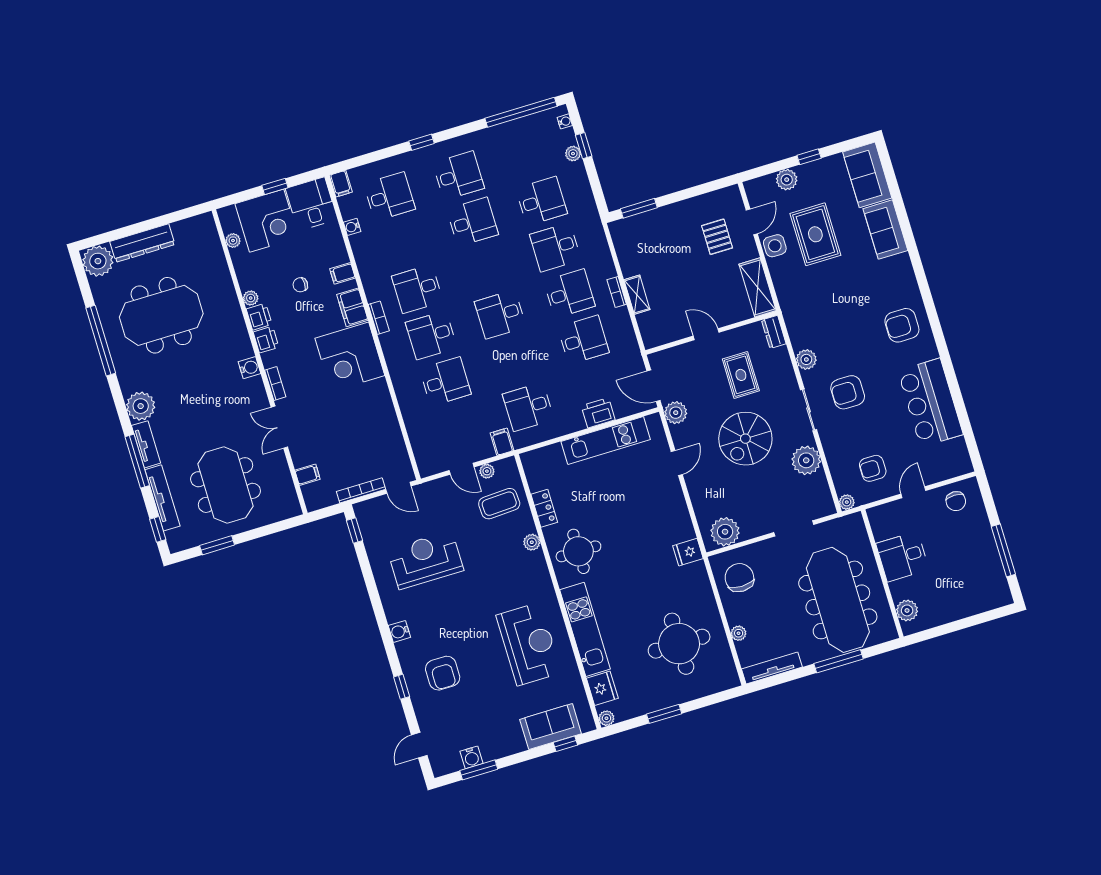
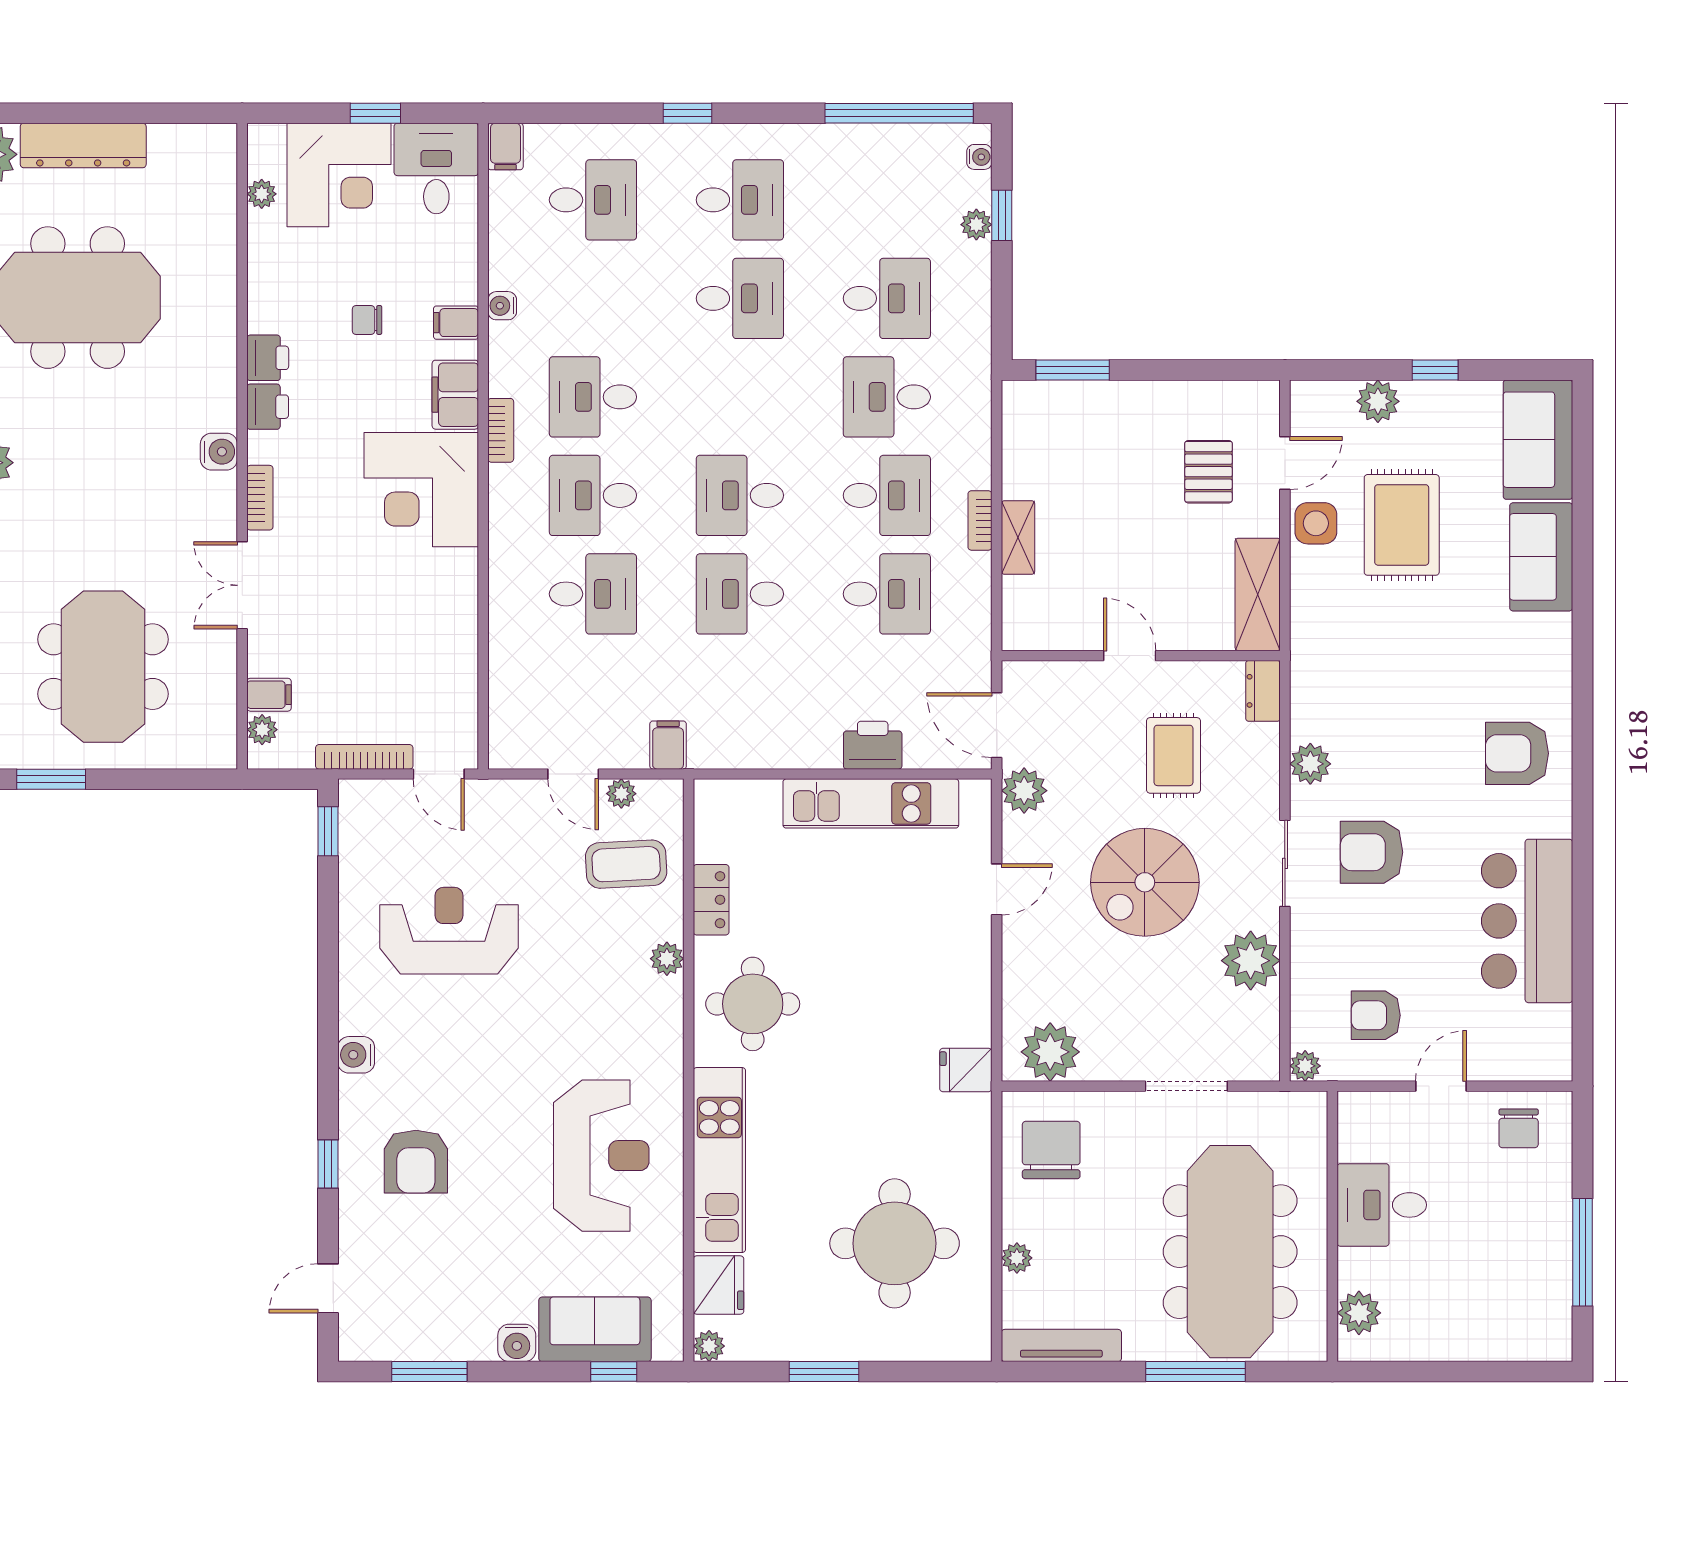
water cooler: (352, 227) -> (502, 306), moved
plant: (251, 298) -> (262, 730), moved
desk: (528, 407) -> (740, 594), moved
water cooler: (471, 757) -> (517, 1343), moved

